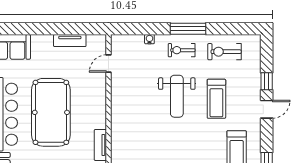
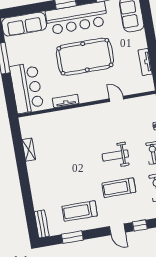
door: (108, 64) -> (116, 99), moved
weight bench: (177, 96) -> (115, 156), width x0.73, depth x0.75

